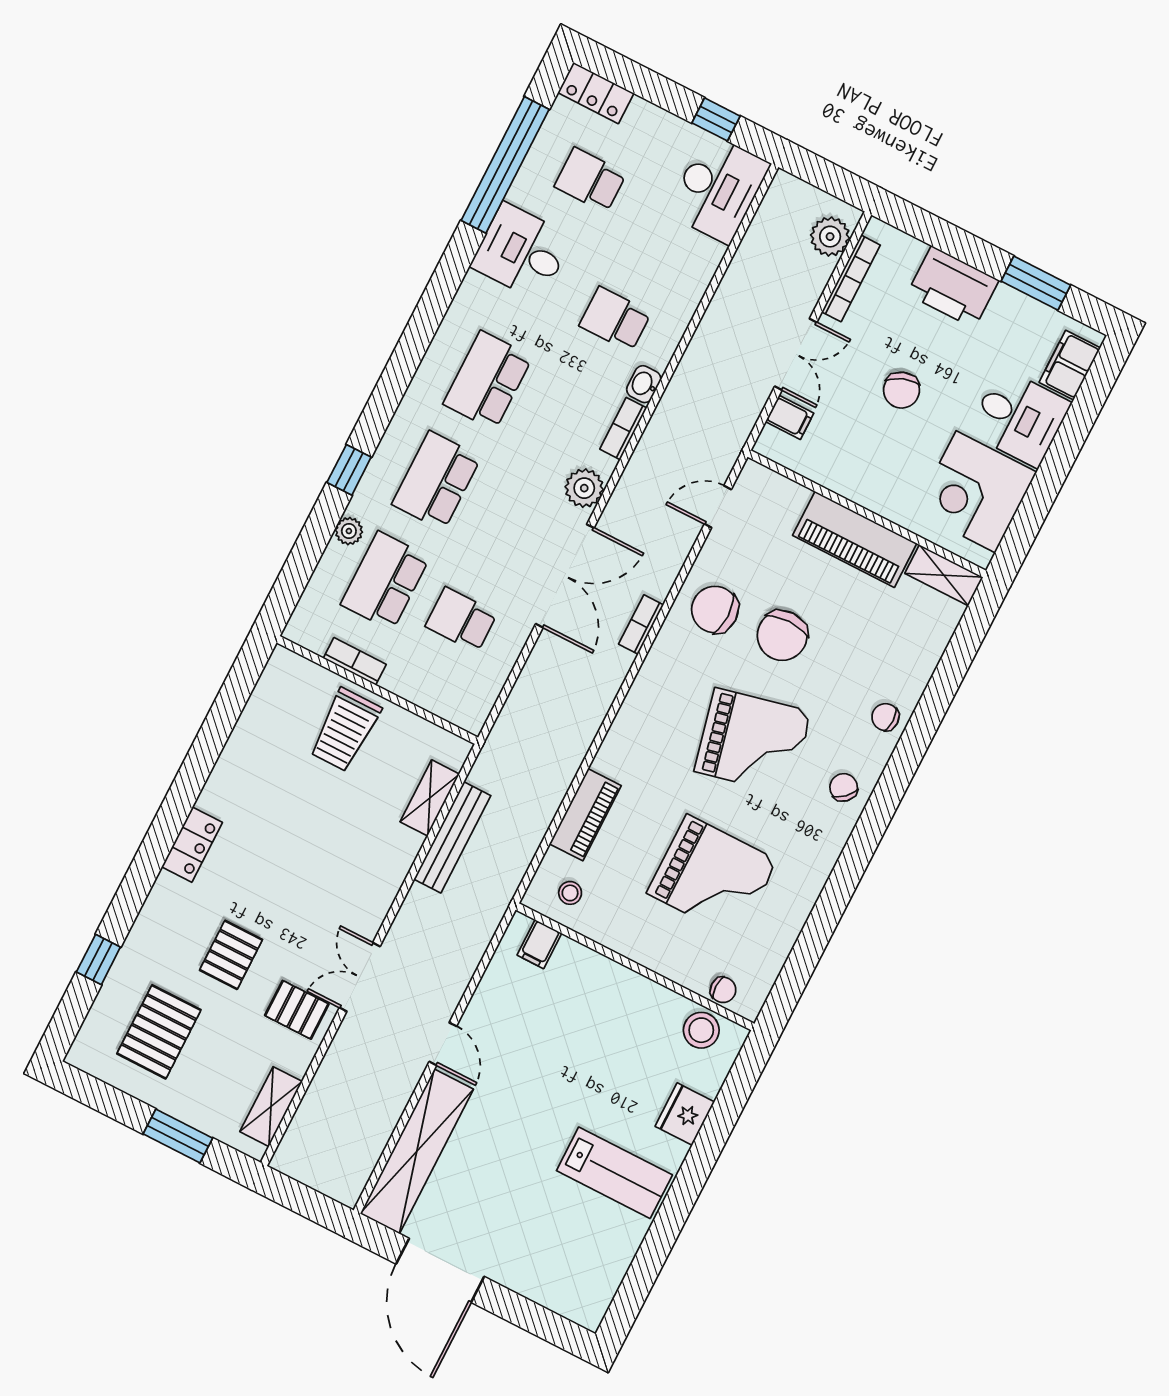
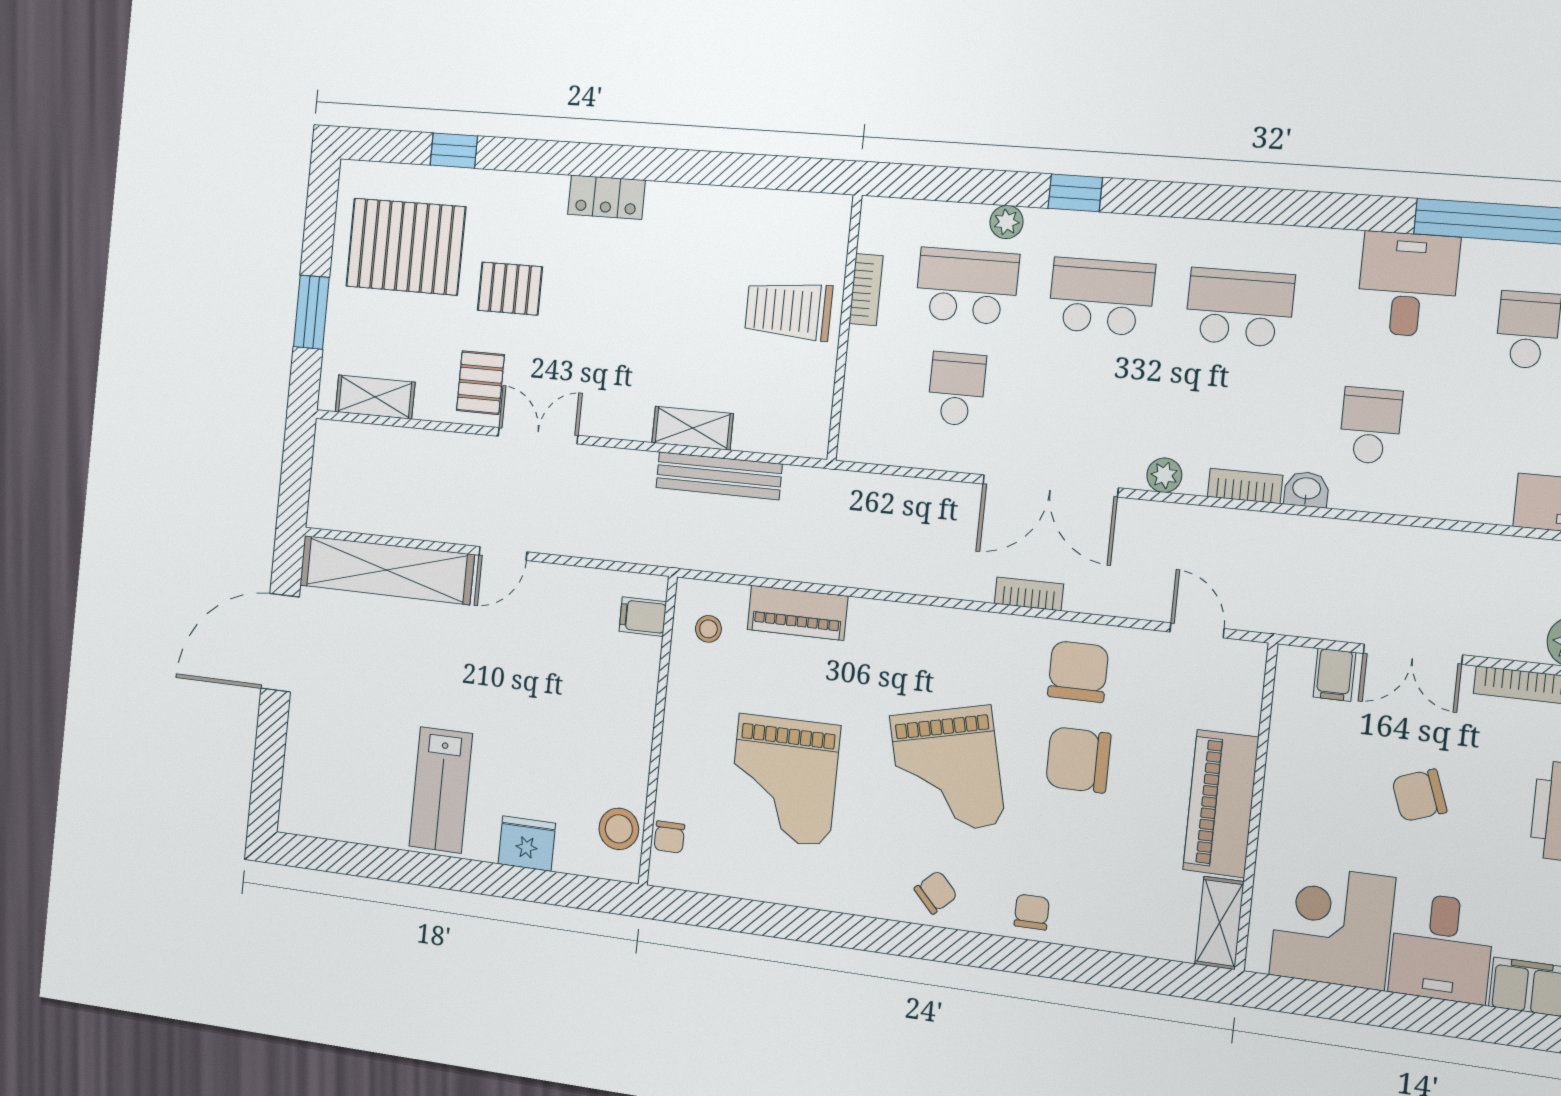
plant: (584, 488) -> (1164, 475), width x0.73, depth x0.73
shelving: (430, 798) -> (693, 428), moved
pallet: (159, 1032) -> (406, 247), width x1.37, depth x1.41

